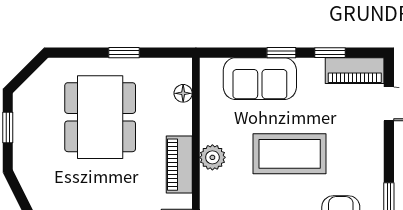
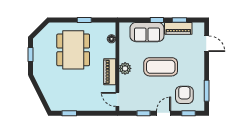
piano: (355, 71) -> (178, 28), moved

